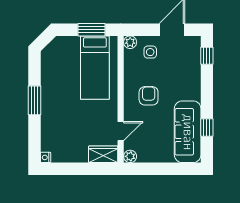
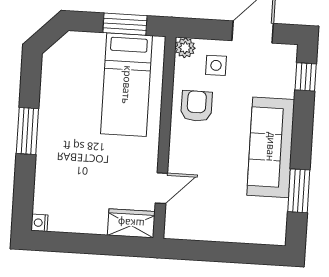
armchair: (149, 96) -> (197, 106), moved
window: (207, 128) -> (299, 191), width x1.50
sofa: (188, 132) -> (271, 147), moved
plant: (130, 156) -> (174, 229), removed

